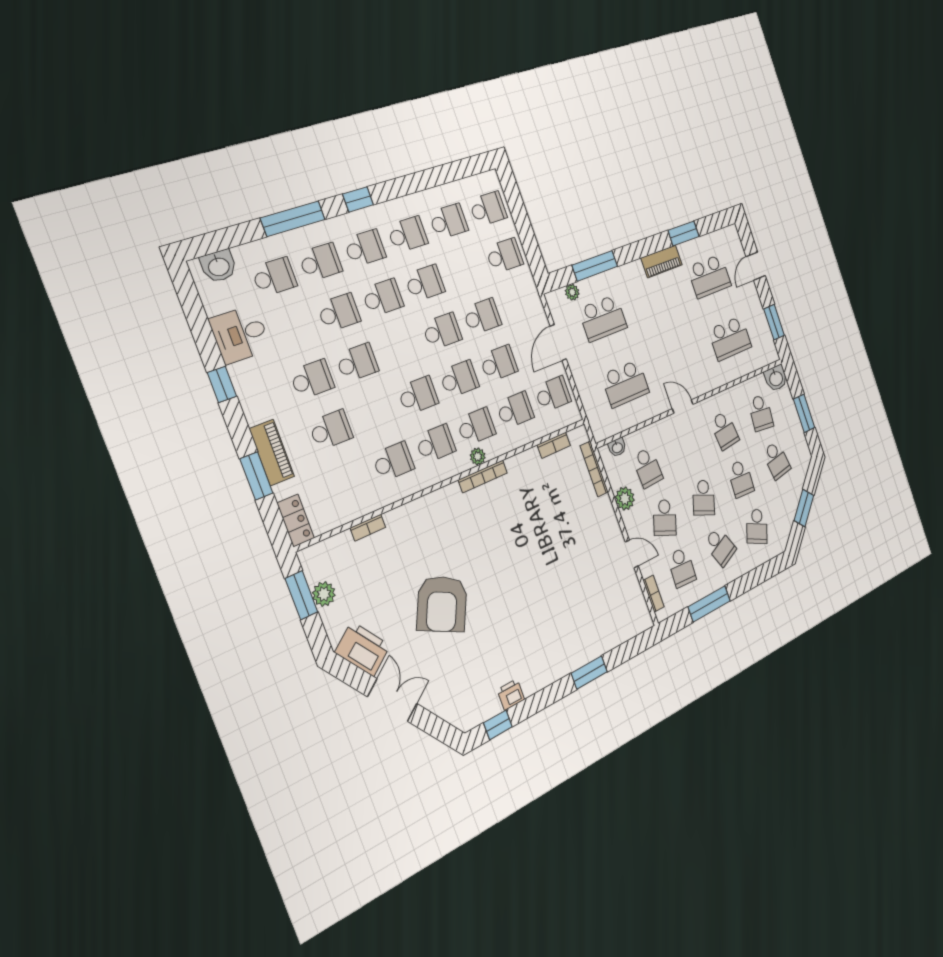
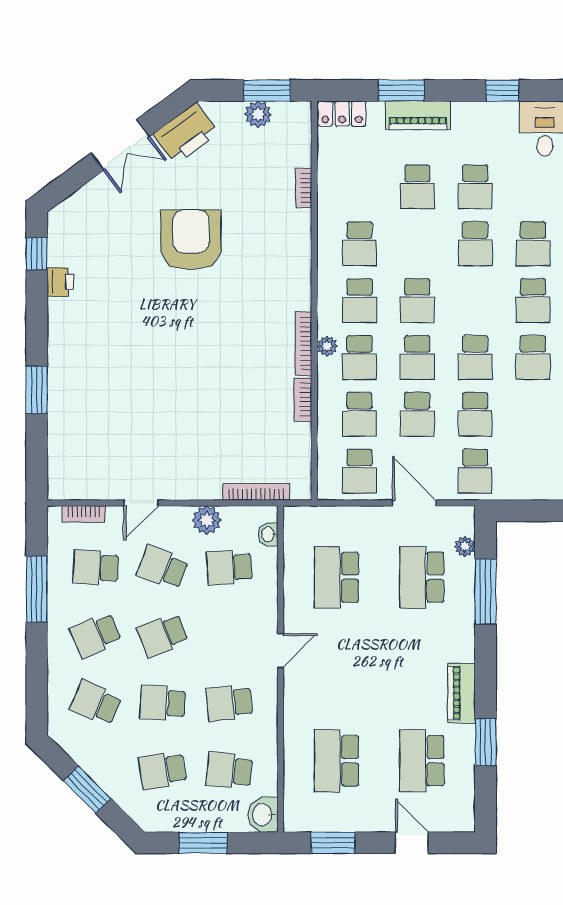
school desk: (504, 256) -> (475, 471), moved
bookcase: (554, 445) -> (303, 400), moved
school desk: (704, 498) -> (163, 635), turned -42
armchair: (442, 604) -> (191, 240), turned 64

